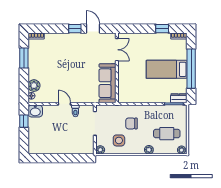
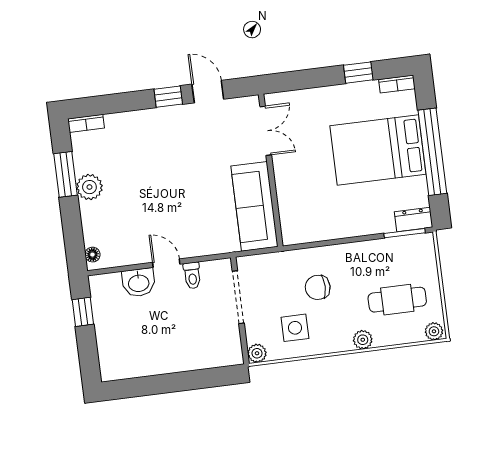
bed: (167, 69) -> (378, 150), width x1.50
plant: (34, 86) -> (89, 187), moved
washbasin: (35, 111) -> (139, 283), moved

